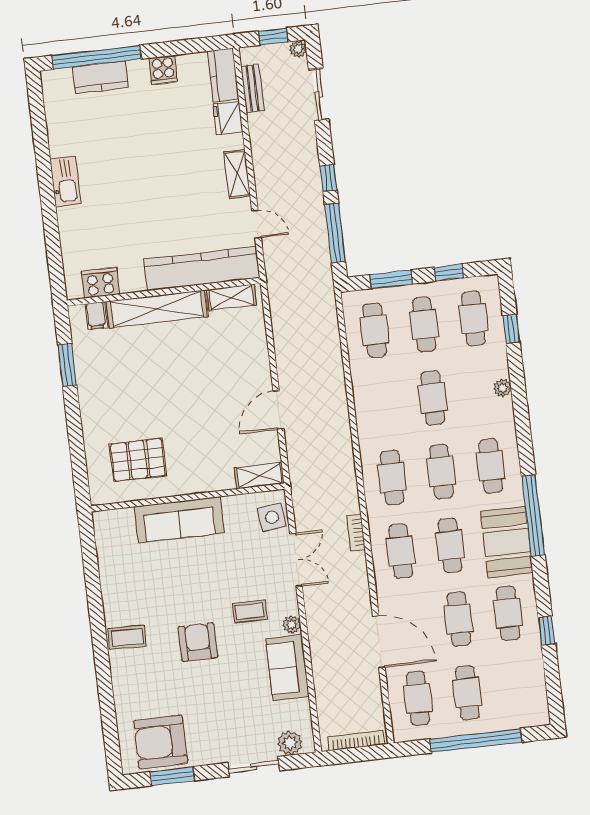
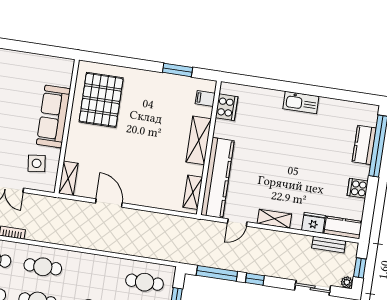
shelving: (157, 309) -> (199, 140), width x0.68
pallet: (138, 460) -> (101, 100), width x1.37, depth x1.41
side table: (272, 517) -> (37, 163), moved

